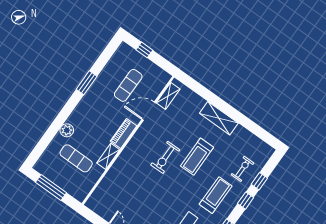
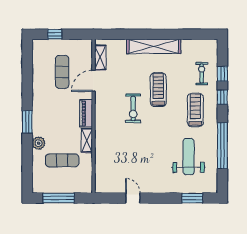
window: (87, 83) -> (27, 122), moved
shelving: (219, 118) -> (154, 46), width x1.47
treadmill: (197, 157) -> (158, 90), turned 180

